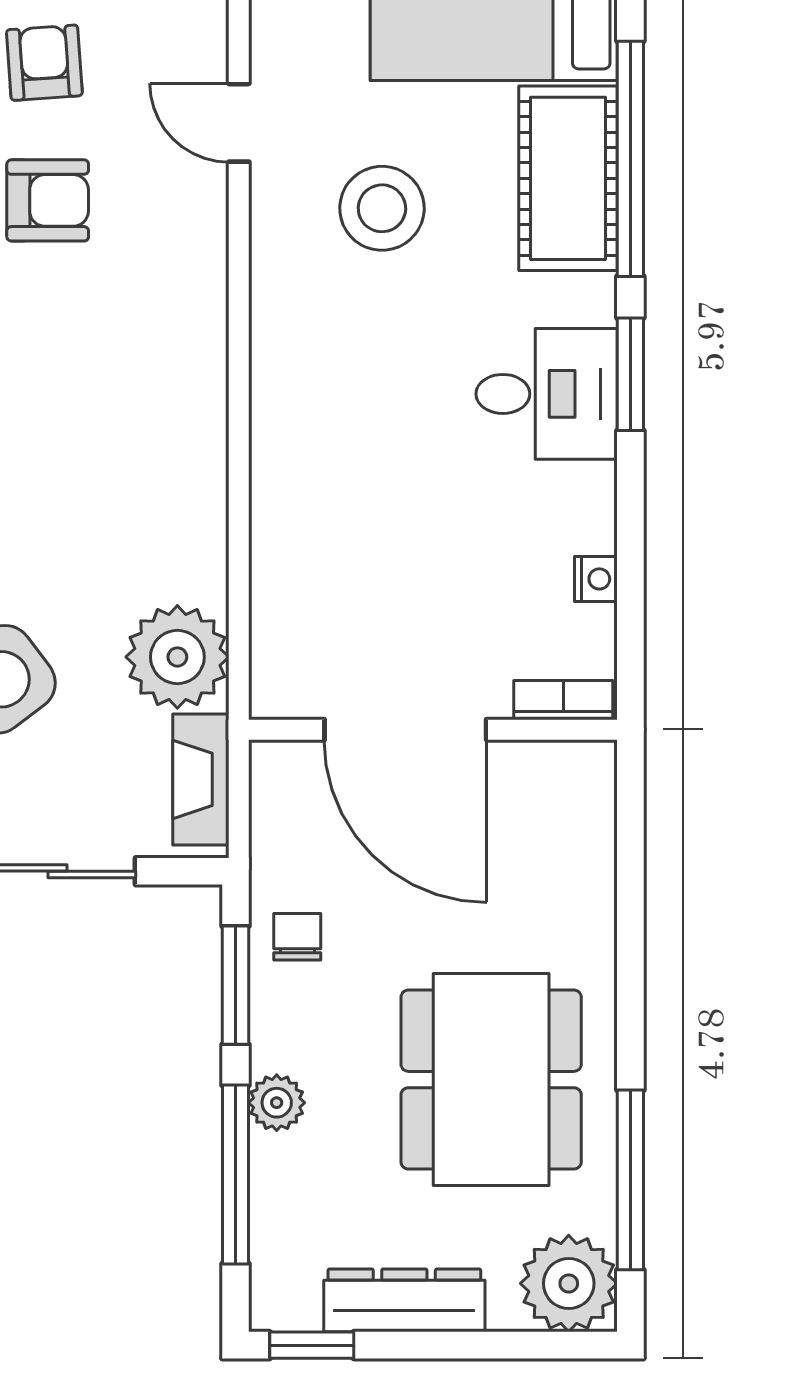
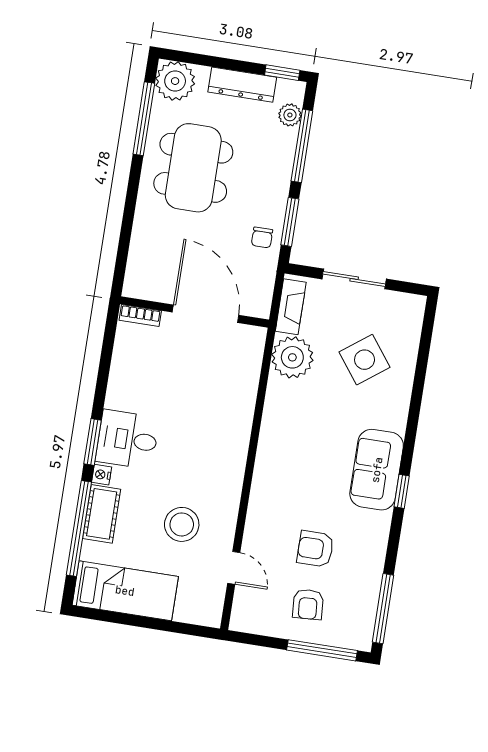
cot: (568, 178) -> (102, 514), width x0.73, depth x0.75
nightstand: (596, 579) -> (102, 475), moved
plant: (277, 1103) -> (290, 115), moved

